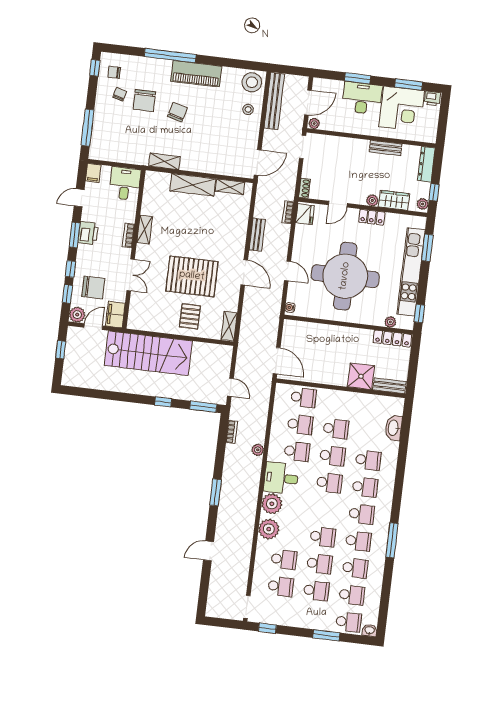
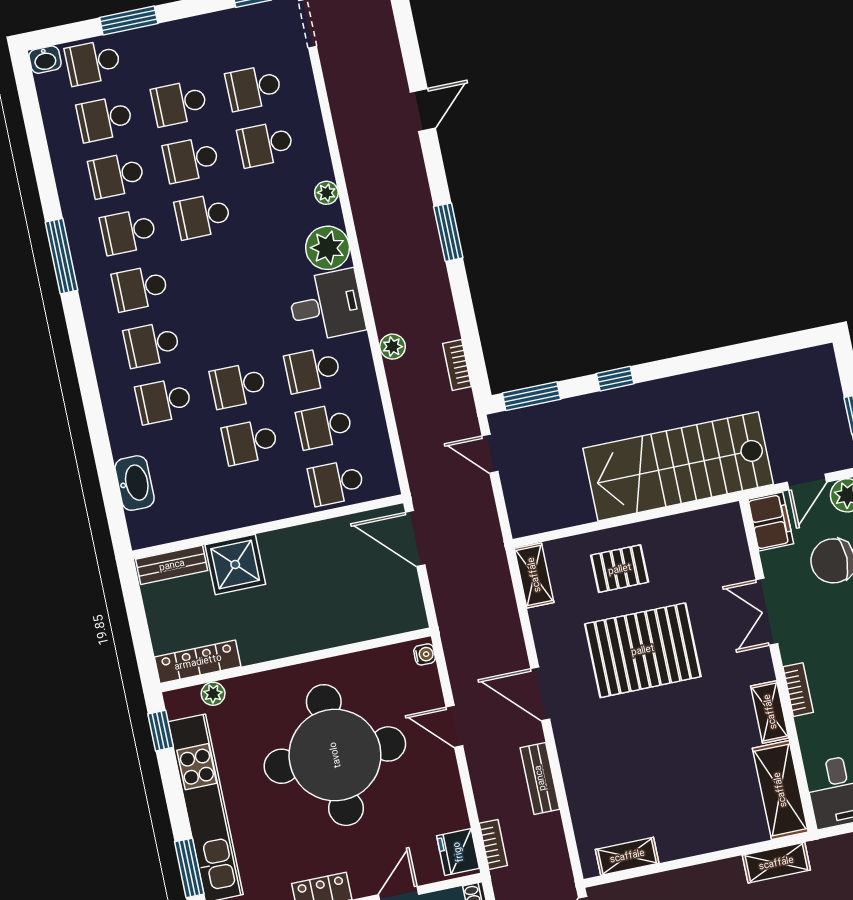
shelving: (193, 185) -> (780, 790), moved, turned 90
pallet: (190, 316) -> (620, 569), turned 90
school desk: (329, 483) -> (226, 329), removed
plant: (269, 529) -> (326, 193), width x0.53, depth x0.53

